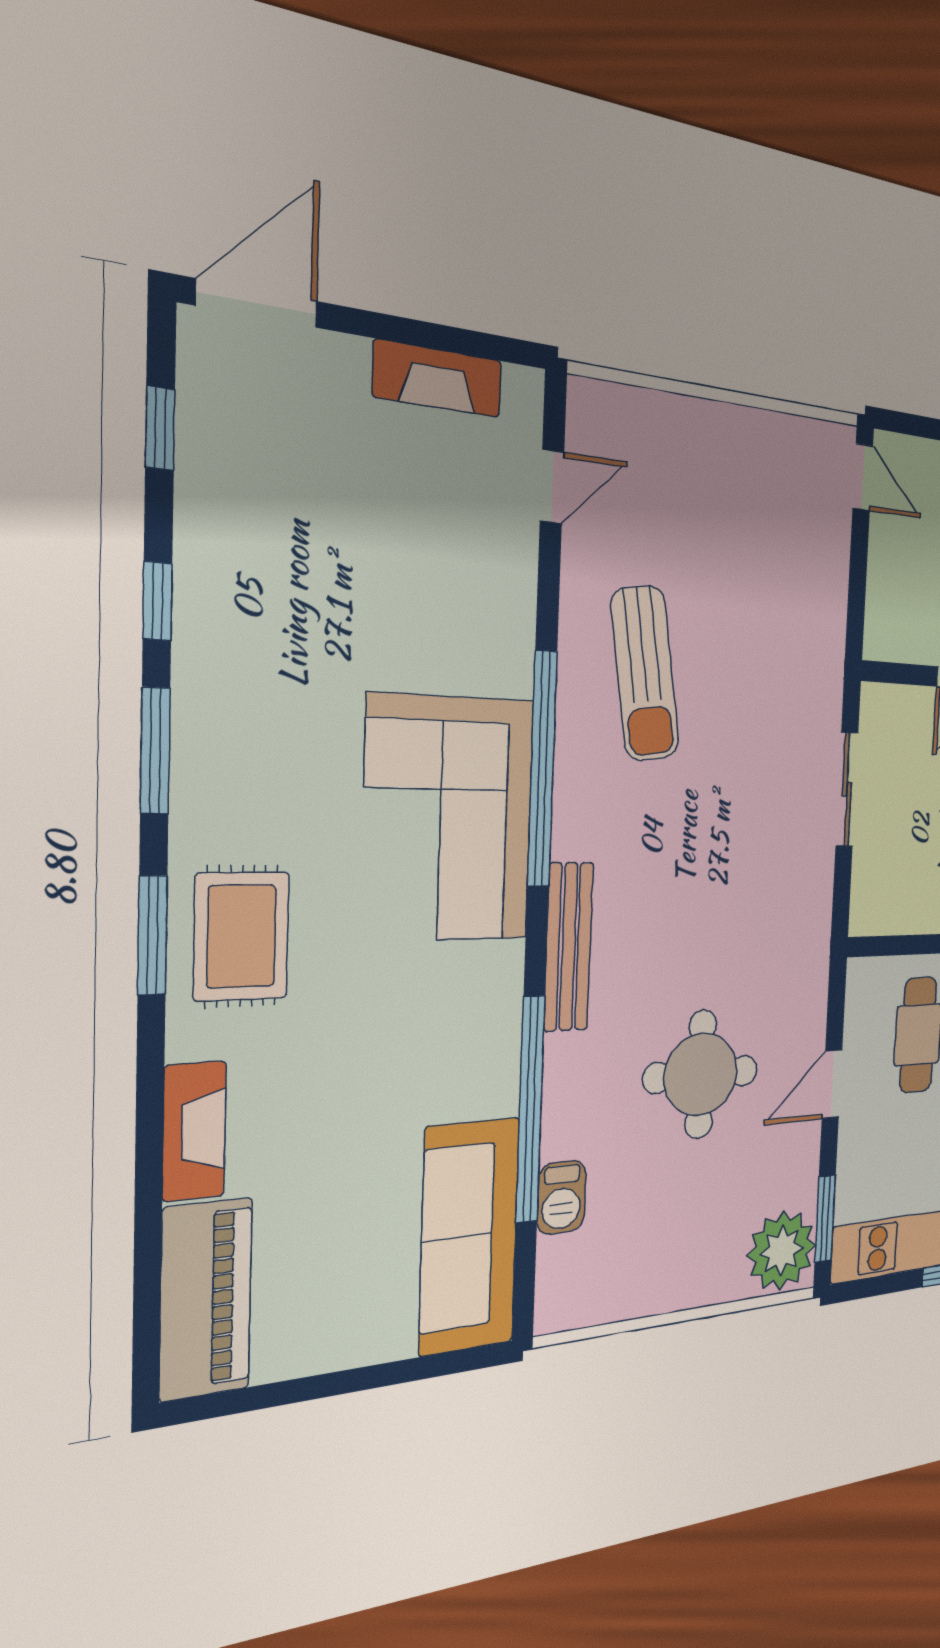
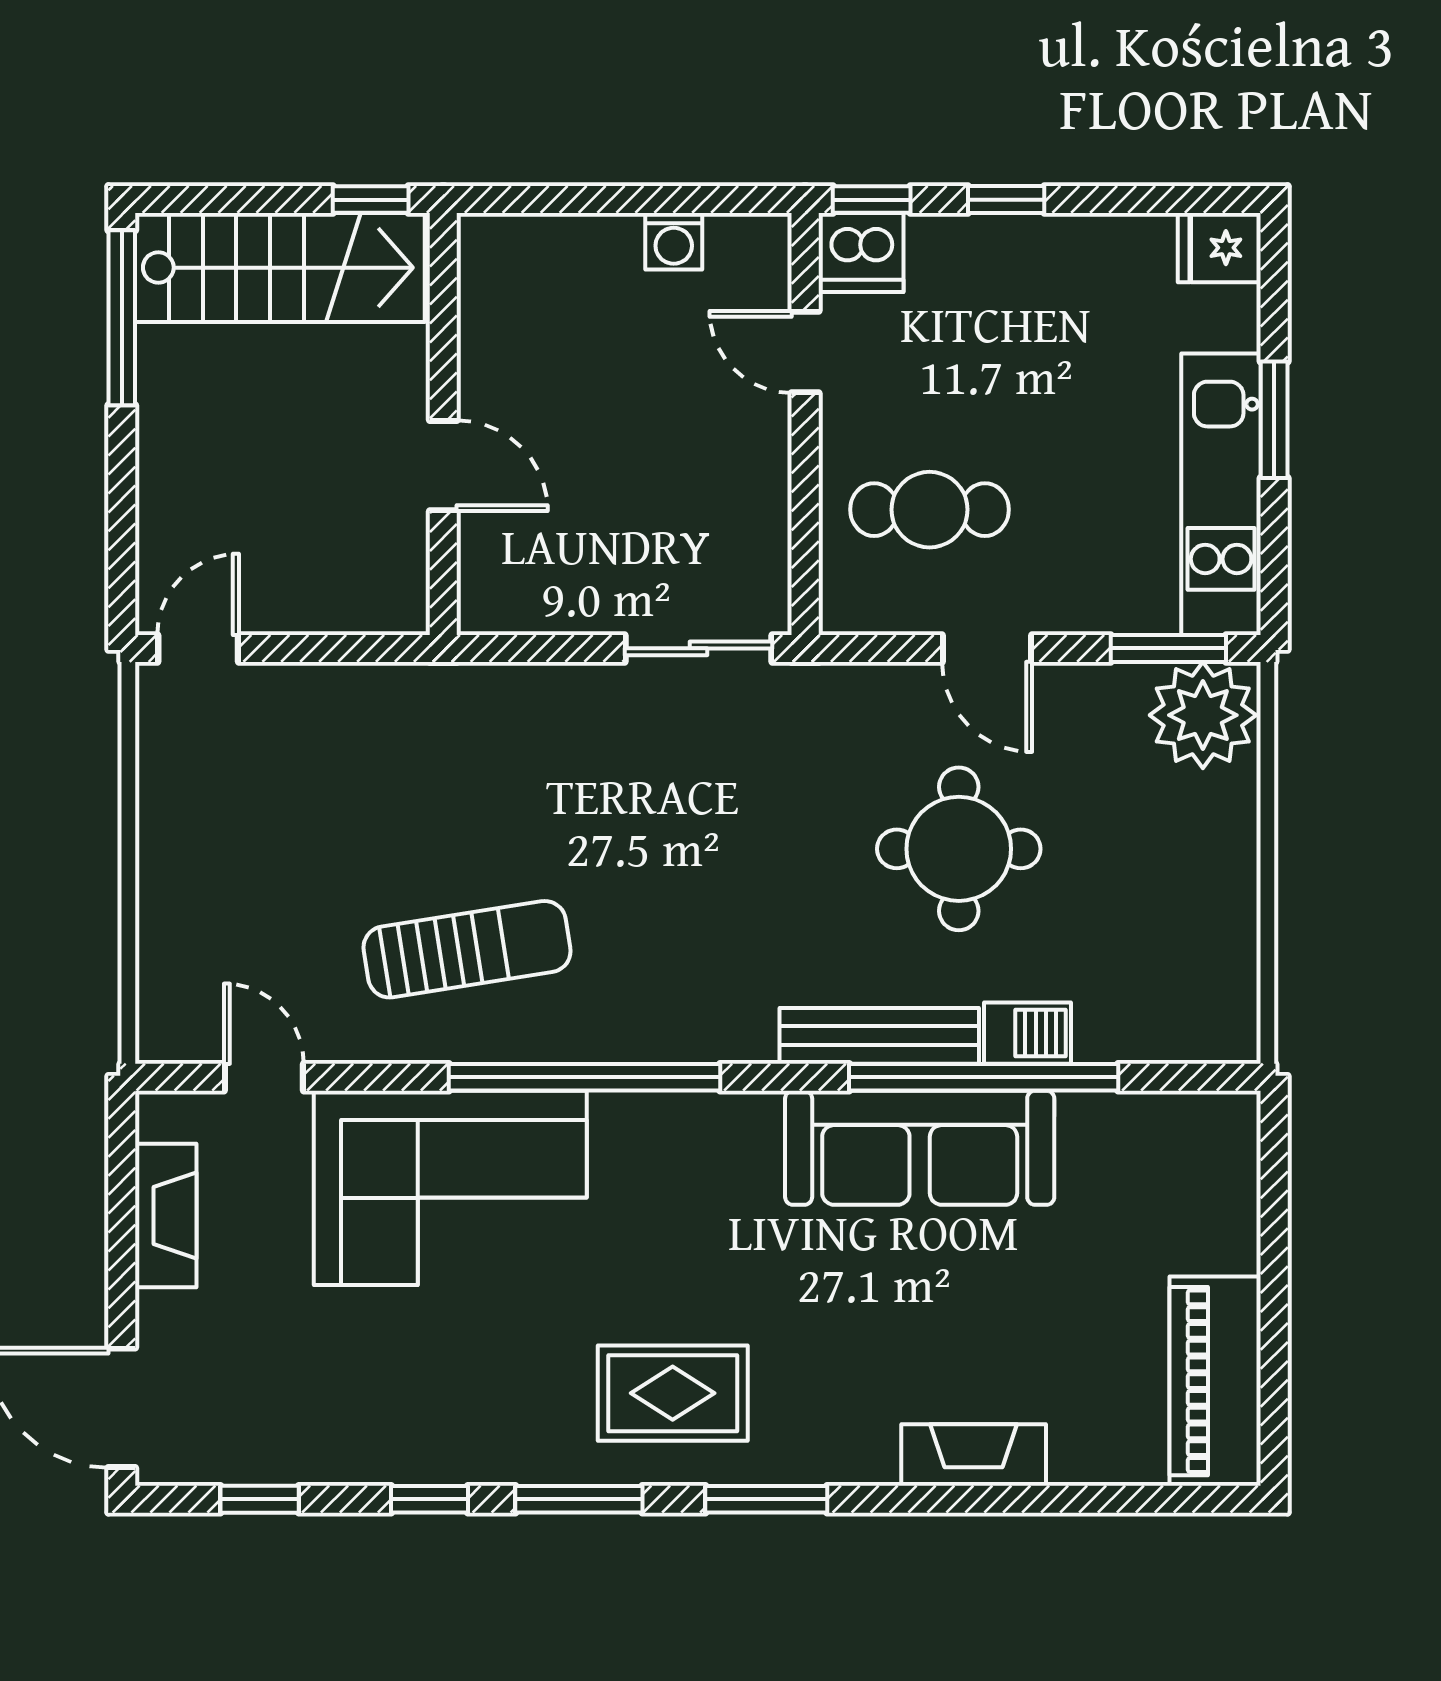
sliding door: (847, 789) -> (698, 648), moved
corner sofa: (449, 819) -> (450, 1188), moved
rug: (242, 936) -> (673, 1393), moved
bench: (568, 947) -> (879, 1036), moved
barbecue: (561, 1197) -> (1028, 1033), moved
sofa: (469, 1236) -> (920, 1148), moved
piano: (206, 1299) -> (1215, 1381), moved, turned -90

